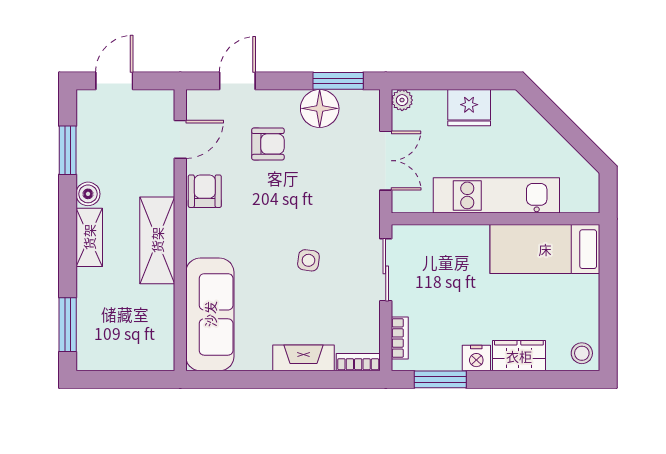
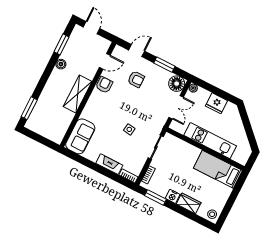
door: (114, 81) -> (91, 28), hinge flipped
window: (338, 81) -> (164, 65), moved
floor lamp: (320, 108) -> (177, 84), moved
shelving: (89, 237) -> (53, 80), removed
sofa: (210, 314) -> (80, 136), width x0.73

